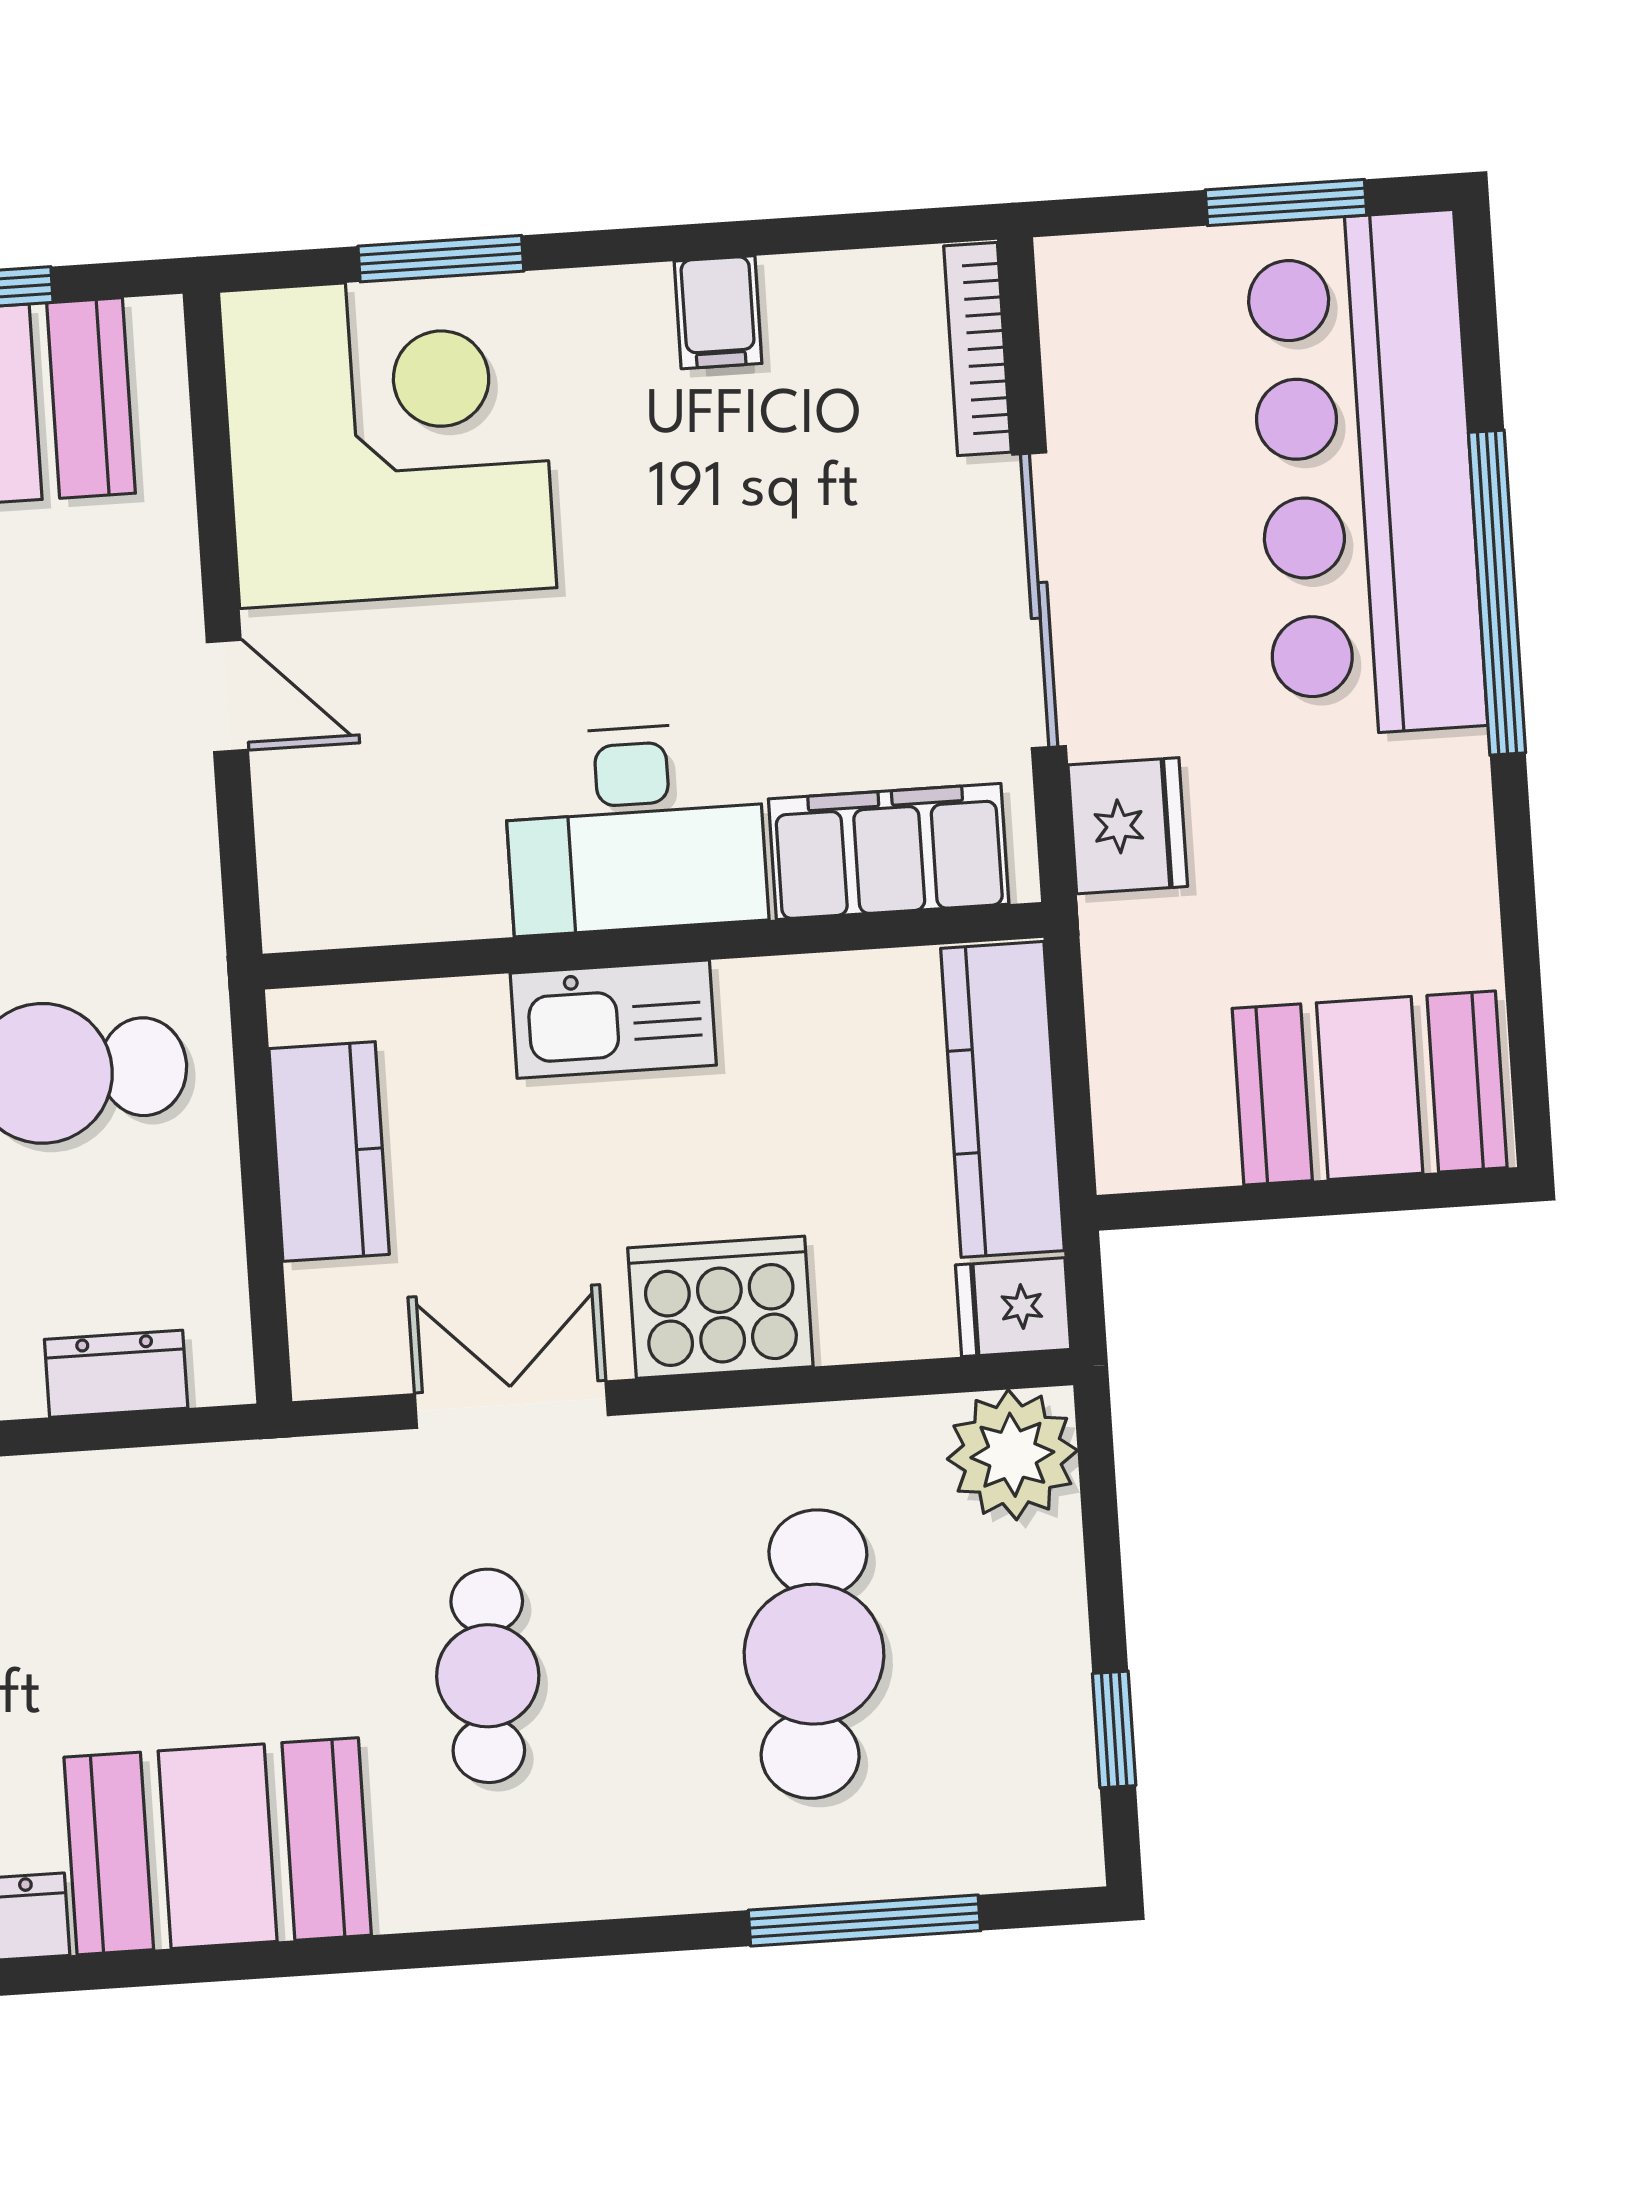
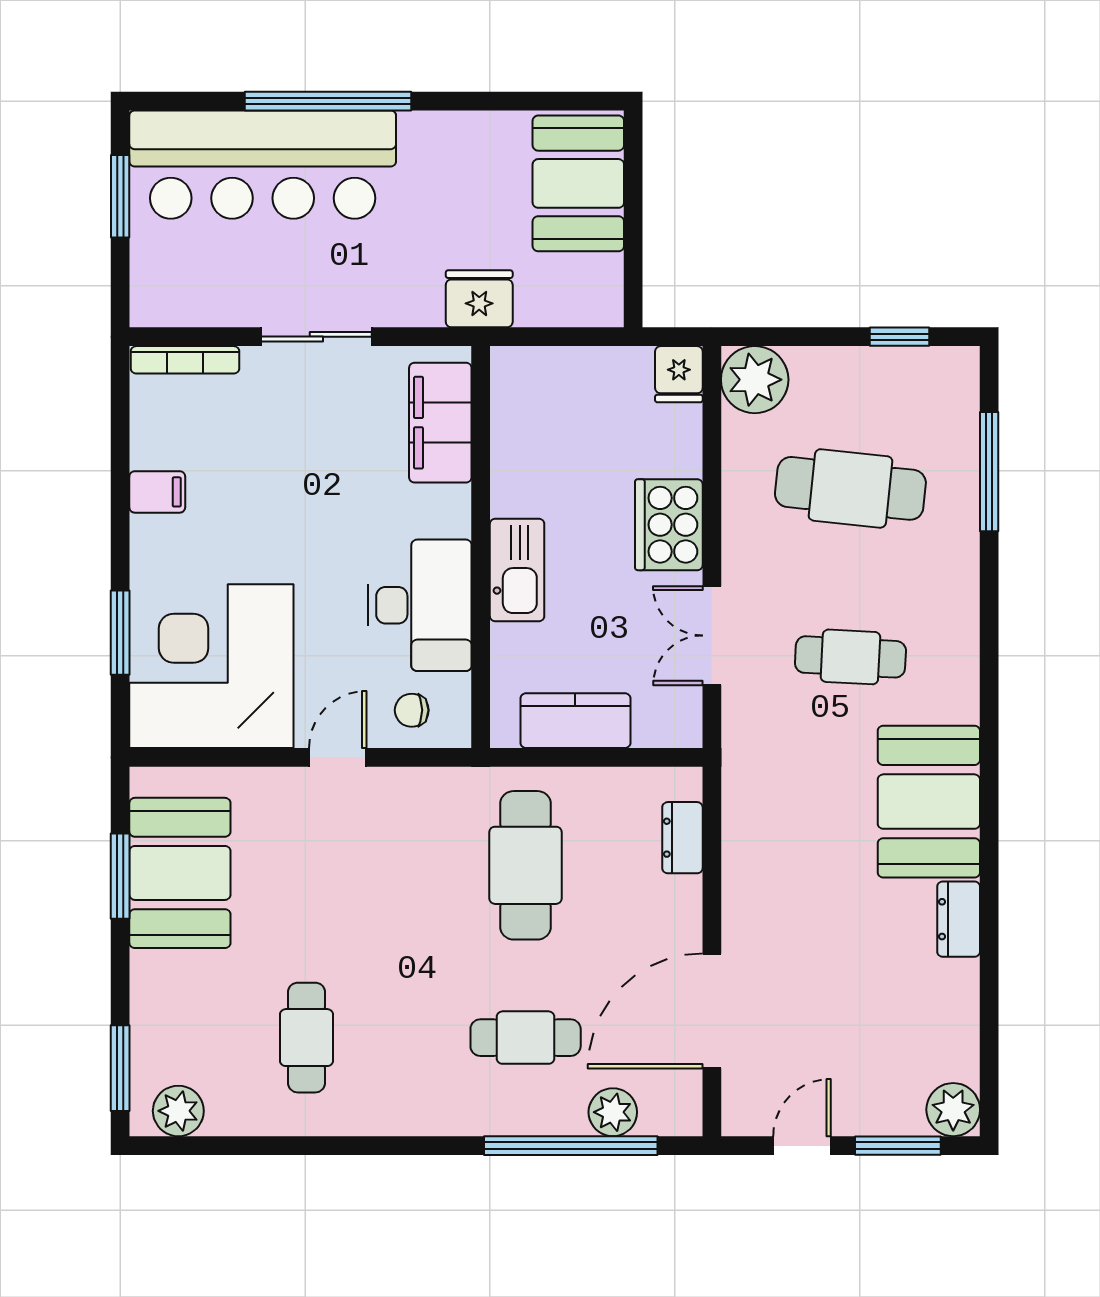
sliding door: (1039, 600) -> (316, 337), width x0.73
fridge: (1128, 826) -> (479, 299), moved
desk: (635, 828) -> (420, 605), moved
chair: (328, 833) -> (412, 710), added
kitchen counter: (1002, 1099) -> (572, 373), removed

